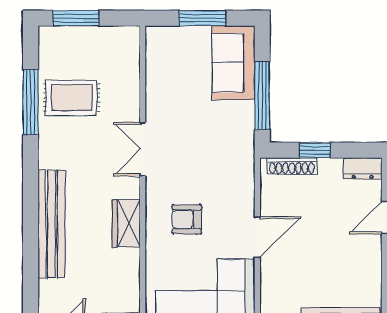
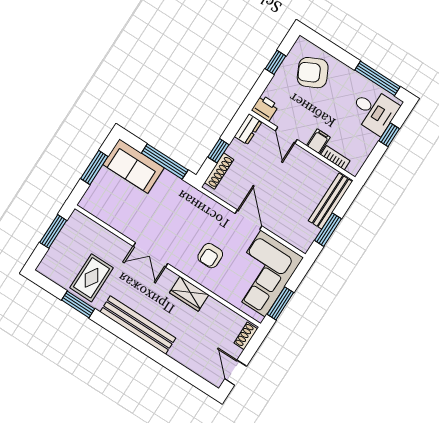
window: (76, 18) -> (53, 231), moved
window: (31, 102) -> (78, 304), width x0.69
bench: (52, 224) -> (138, 325), moved

